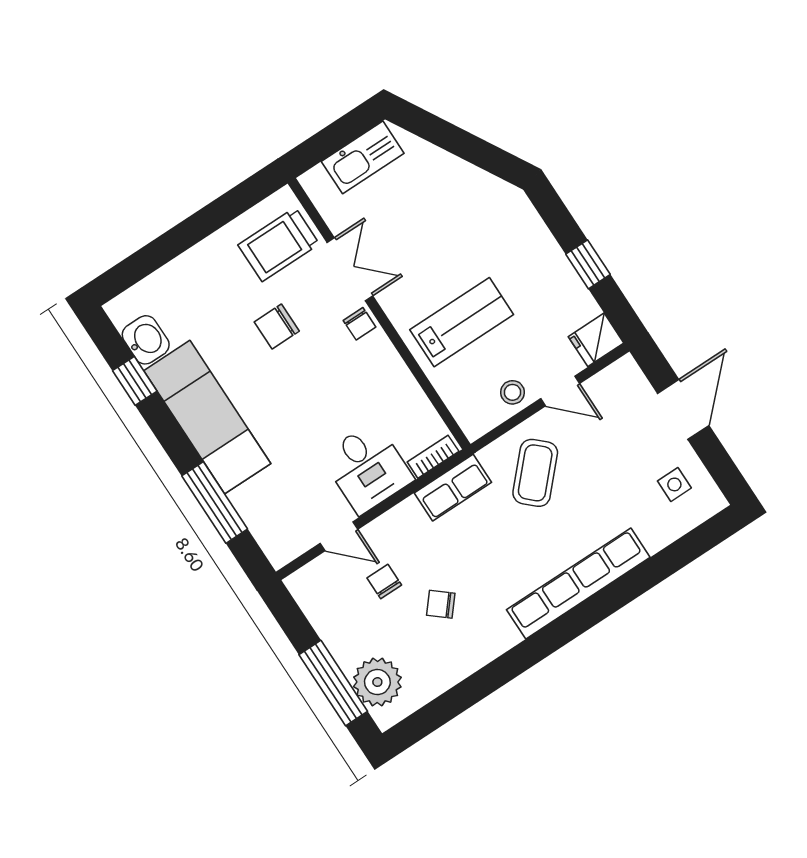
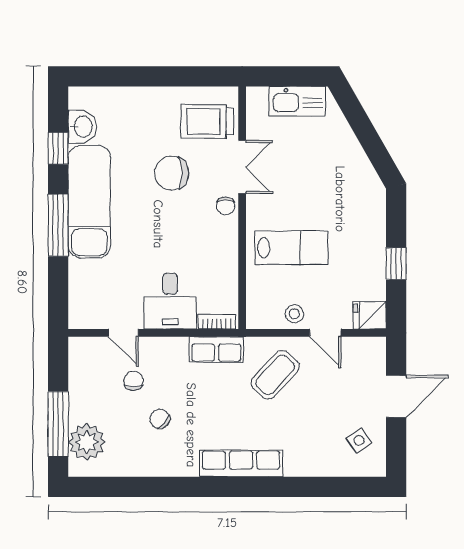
chair: (277, 326) -> (172, 173), width x1.37, depth x1.37
side table: (674, 484) -> (359, 440), turned -35
window: (215, 502) -> (58, 225), moved
row of seats: (578, 584) -> (241, 463), width x0.73

